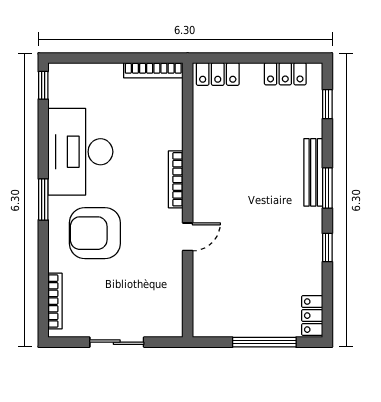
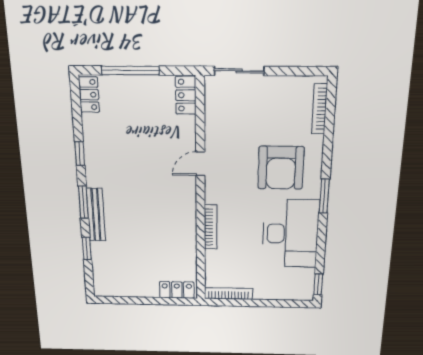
locker: (285, 74) -> (186, 95), moved, turned -90
window: (327, 104) -> (87, 248), moved
bookcase: (176, 179) -> (211, 227), moved
armchair: (95, 233) -> (281, 168), turned 90
sliding door: (117, 342) -> (239, 71), moved

